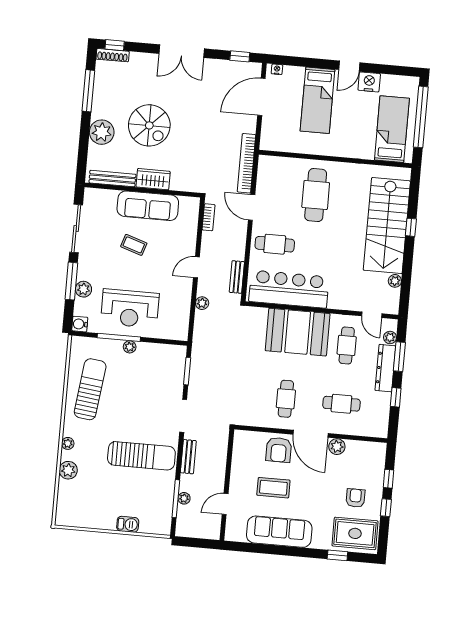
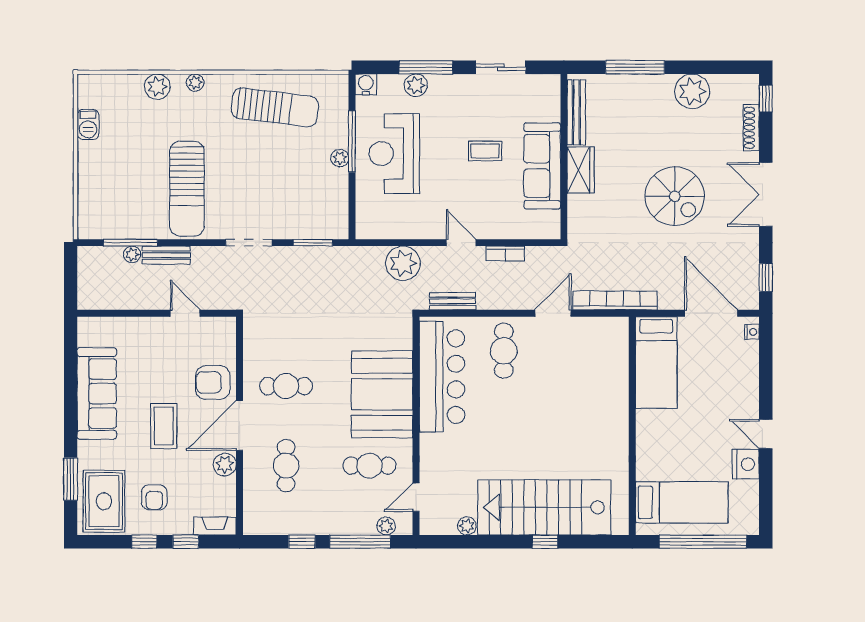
shoe rack: (113, 55) -> (751, 128), moved
window: (88, 91) -> (635, 67), moved
bed: (318, 100) -> (656, 362), moved, turned -90
spiral stairs: (149, 125) -> (675, 196), moved, turned -90
plant: (102, 132) -> (692, 91), moved
cafe table: (316, 195) -> (579, 403), removed
bookcase: (209, 217) -> (505, 254), moved
sliding door: (76, 229) -> (501, 67), width x0.73
coffee table: (134, 245) -> (485, 151), turned 72
plant: (202, 303) -> (403, 263), width x1.88, depth x1.88
window: (399, 357) -> (360, 542), width x1.44
dresser: (385, 368) -> (342, 523), removed
bench: (188, 457) -> (166, 255), moved
fireplace: (379, 457) -> (215, 526), added
coffee table: (273, 488) -> (164, 426), moved
armchair: (355, 498) -> (154, 497), turned 90
door: (225, 504) -> (185, 313), moved
barbecue: (128, 524) -> (88, 124), moved
window: (337, 555) -> (71, 479), width x1.50

